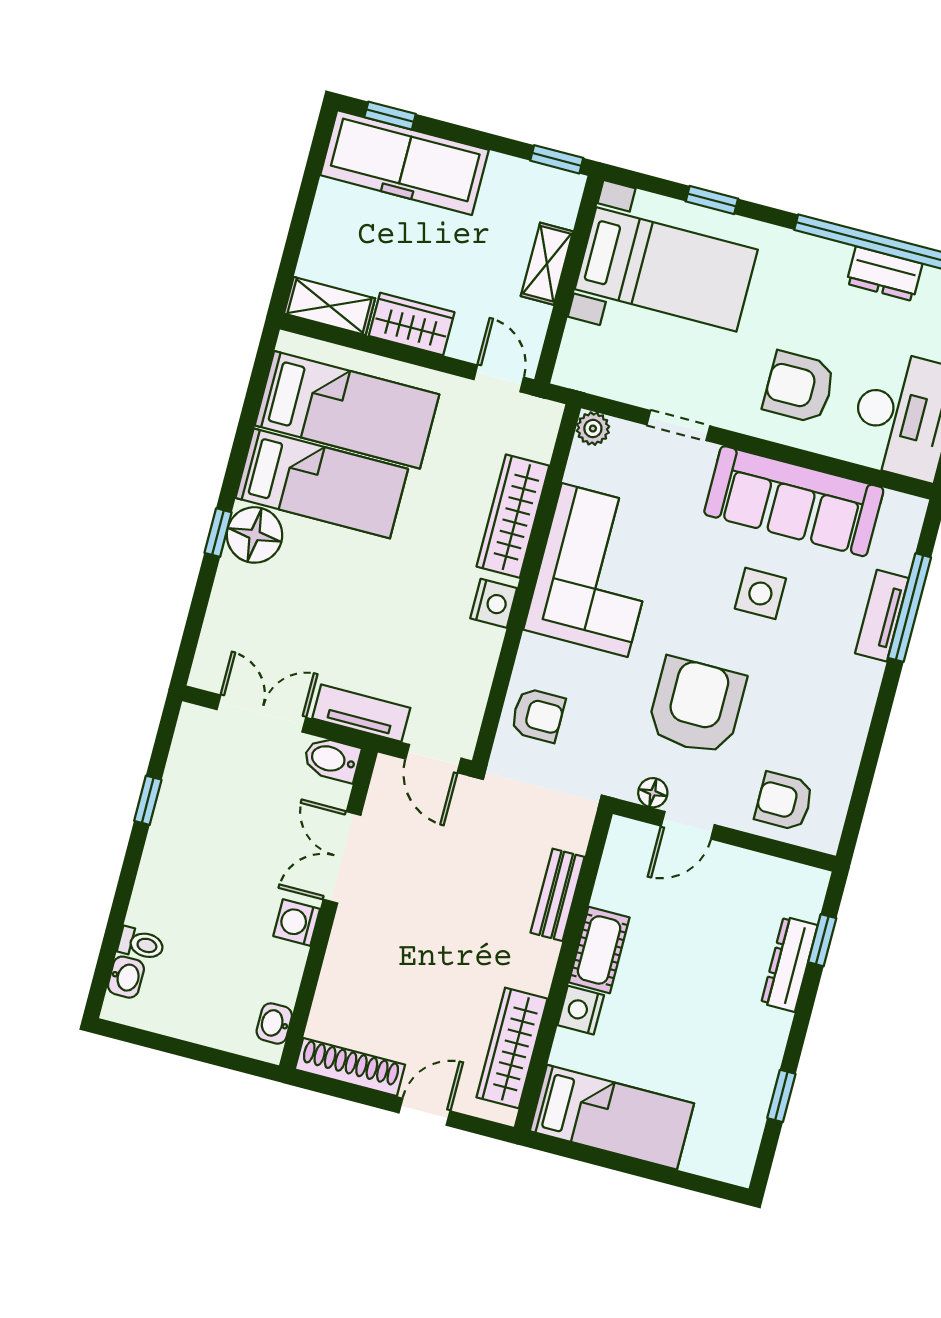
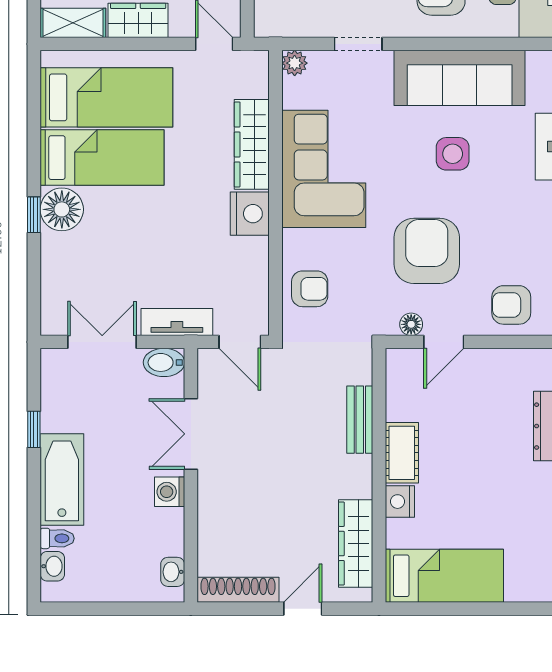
nightstand: (494, 603) -> (250, 214), width x1.36, depth x1.33
bathtub: (166, 872) -> (62, 480), added

